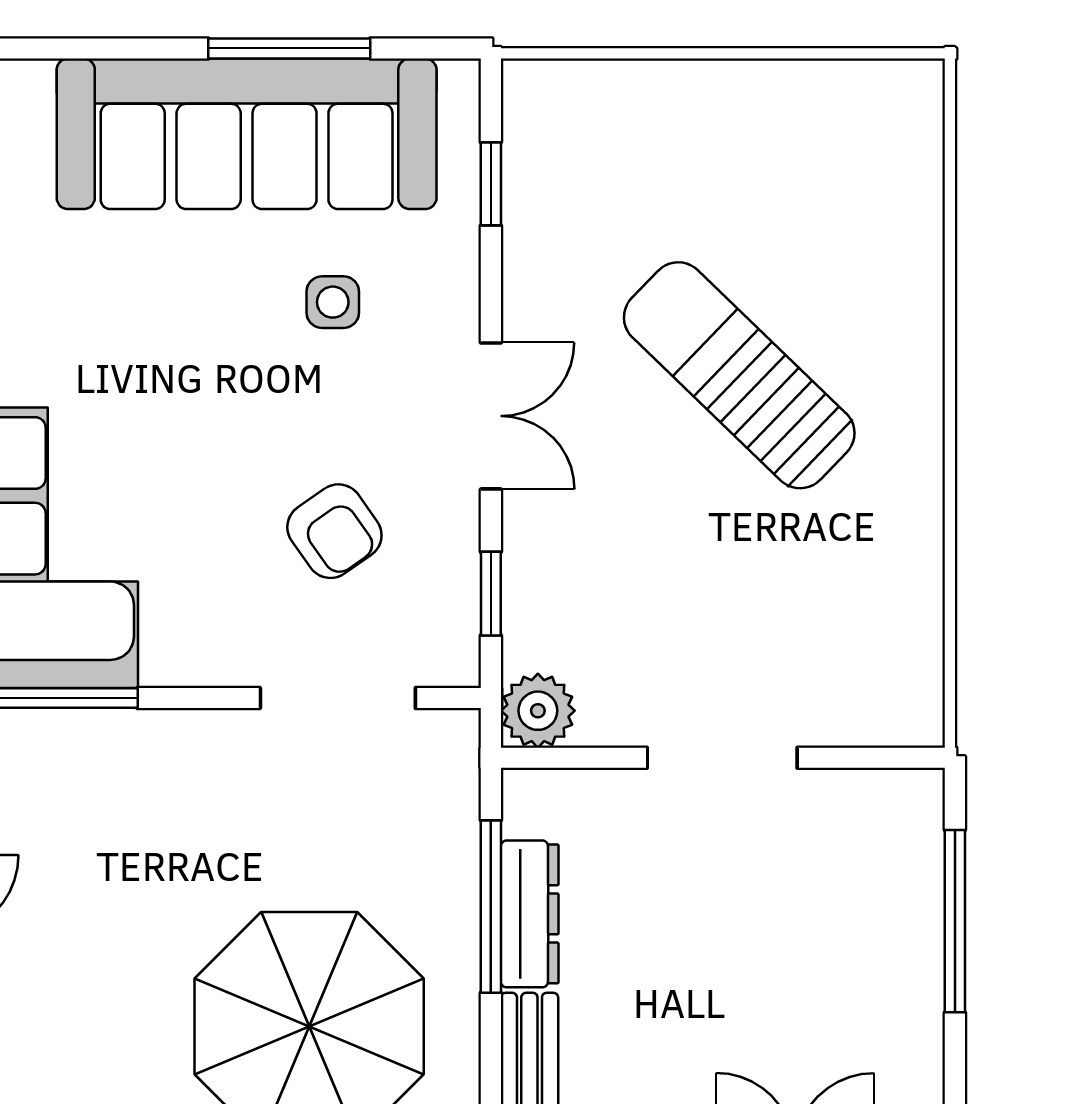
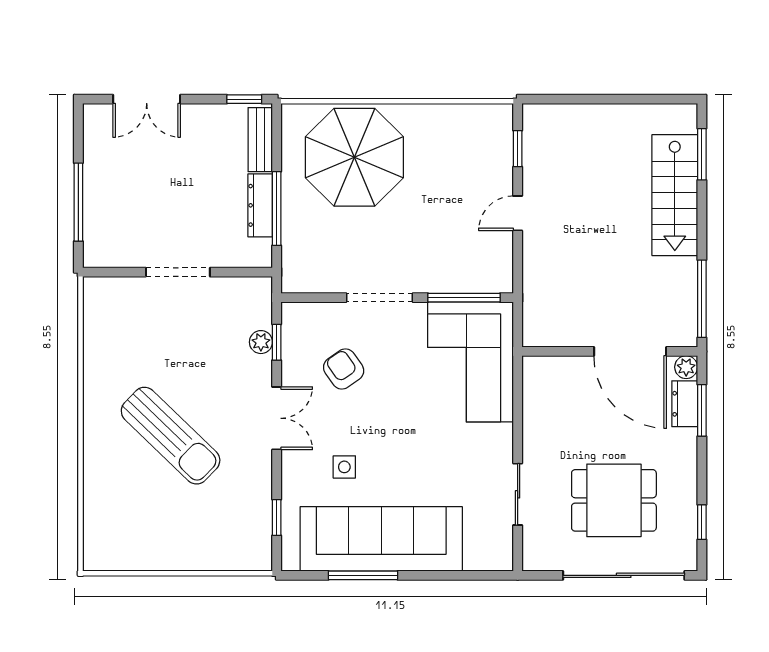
double door: (491, 416) -> (277, 418), swing flipped
doorway: (338, 698) -> (380, 298), moved
plant: (538, 711) -> (261, 342), moved, width x0.73, depth x0.73

